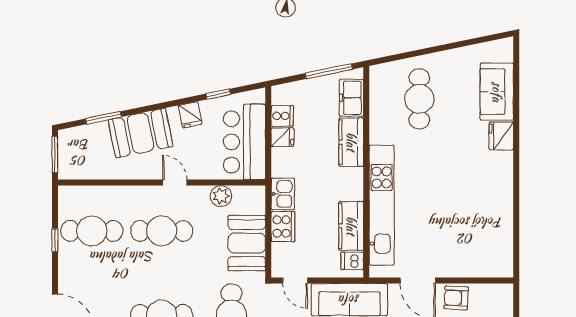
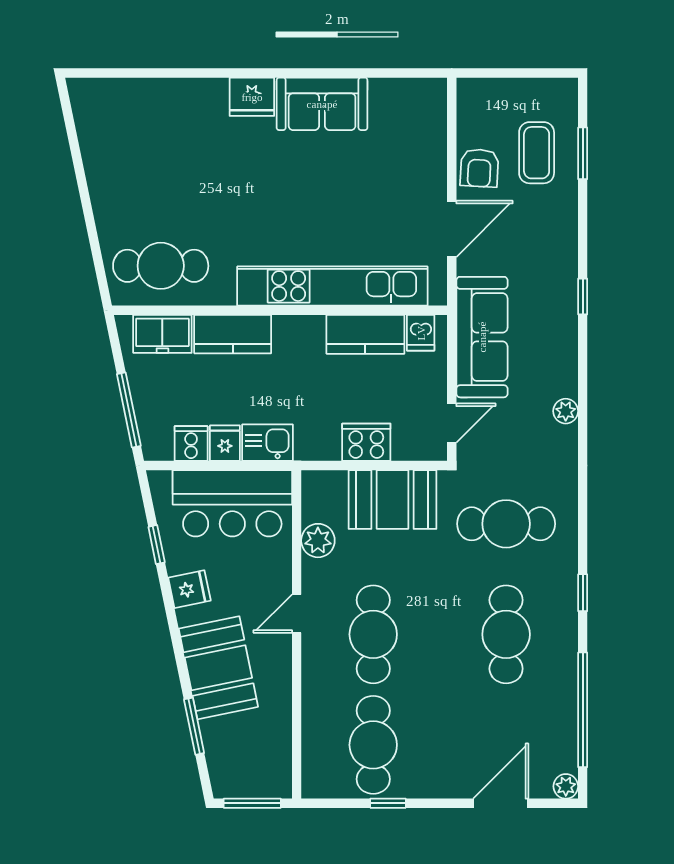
window: (329, 71) -> (129, 410), moved
sofa: (497, 92) -> (322, 104), moved
cafe table: (419, 99) -> (161, 266), moved
fridge: (501, 136) -> (252, 97), moved
kitchen sink: (283, 194) -> (267, 443), moved

